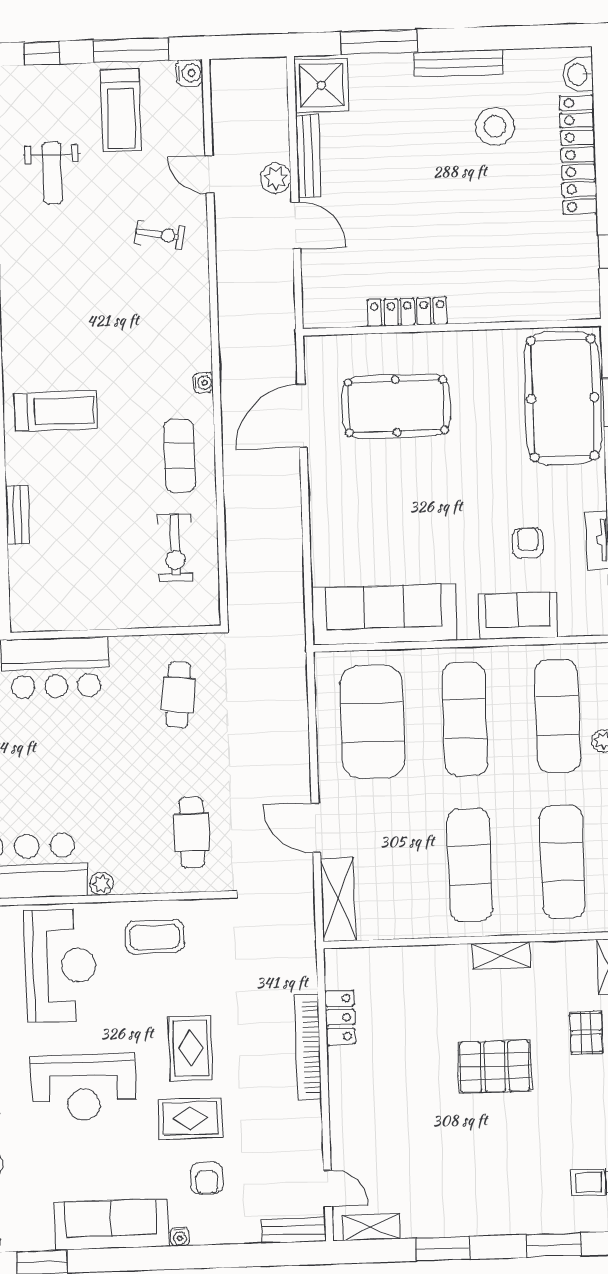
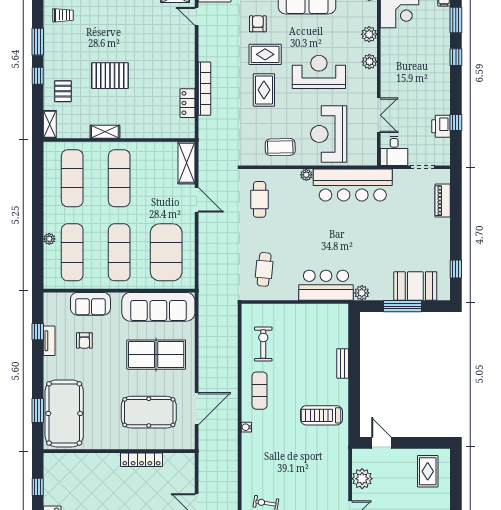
table tennis table: (385, 520) -> (156, 355), added

